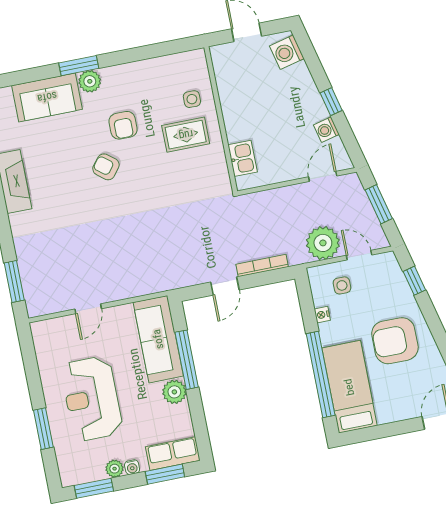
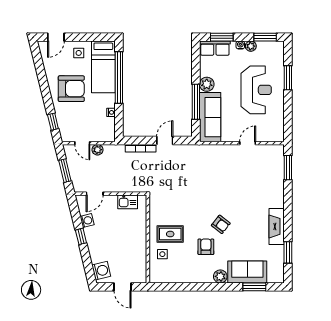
window: (79, 66) -> (254, 287), moved
kitchen sink: (243, 158) -> (128, 202), moved, turned -90
plant: (323, 243) -> (97, 150), width x0.53, depth x0.53
side table: (342, 285) -> (79, 53), moved

